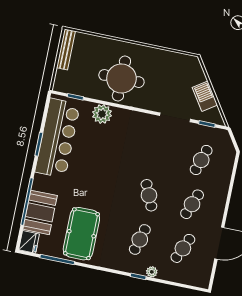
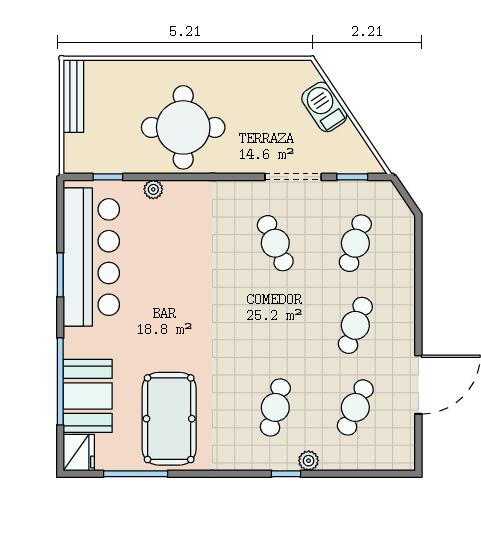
barbecue: (205, 96) -> (324, 107), moved
plant: (102, 114) -> (153, 189), width x0.53, depth x0.53
cafe table: (149, 195) -> (275, 243), moved

